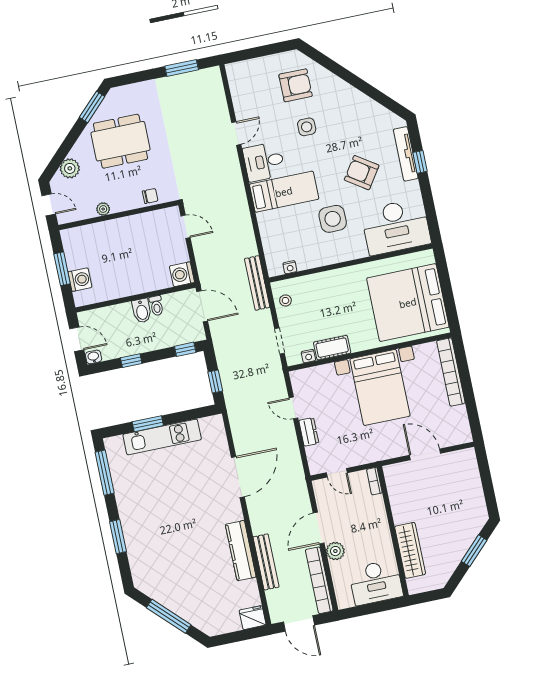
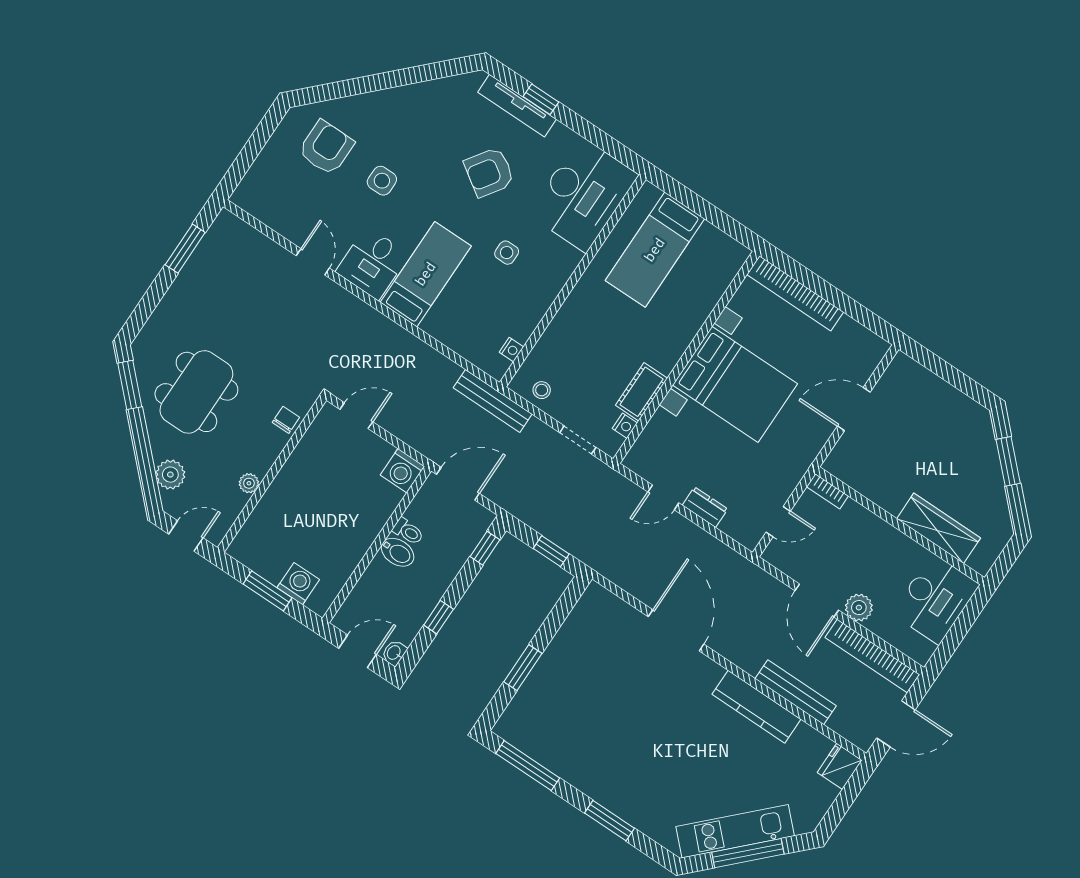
side table: (333, 219) -> (507, 253), width x0.54, depth x0.54
bed: (408, 303) -> (655, 250), width x0.49
kitchen unit: (162, 437) -> (735, 831), moved, turned -135

